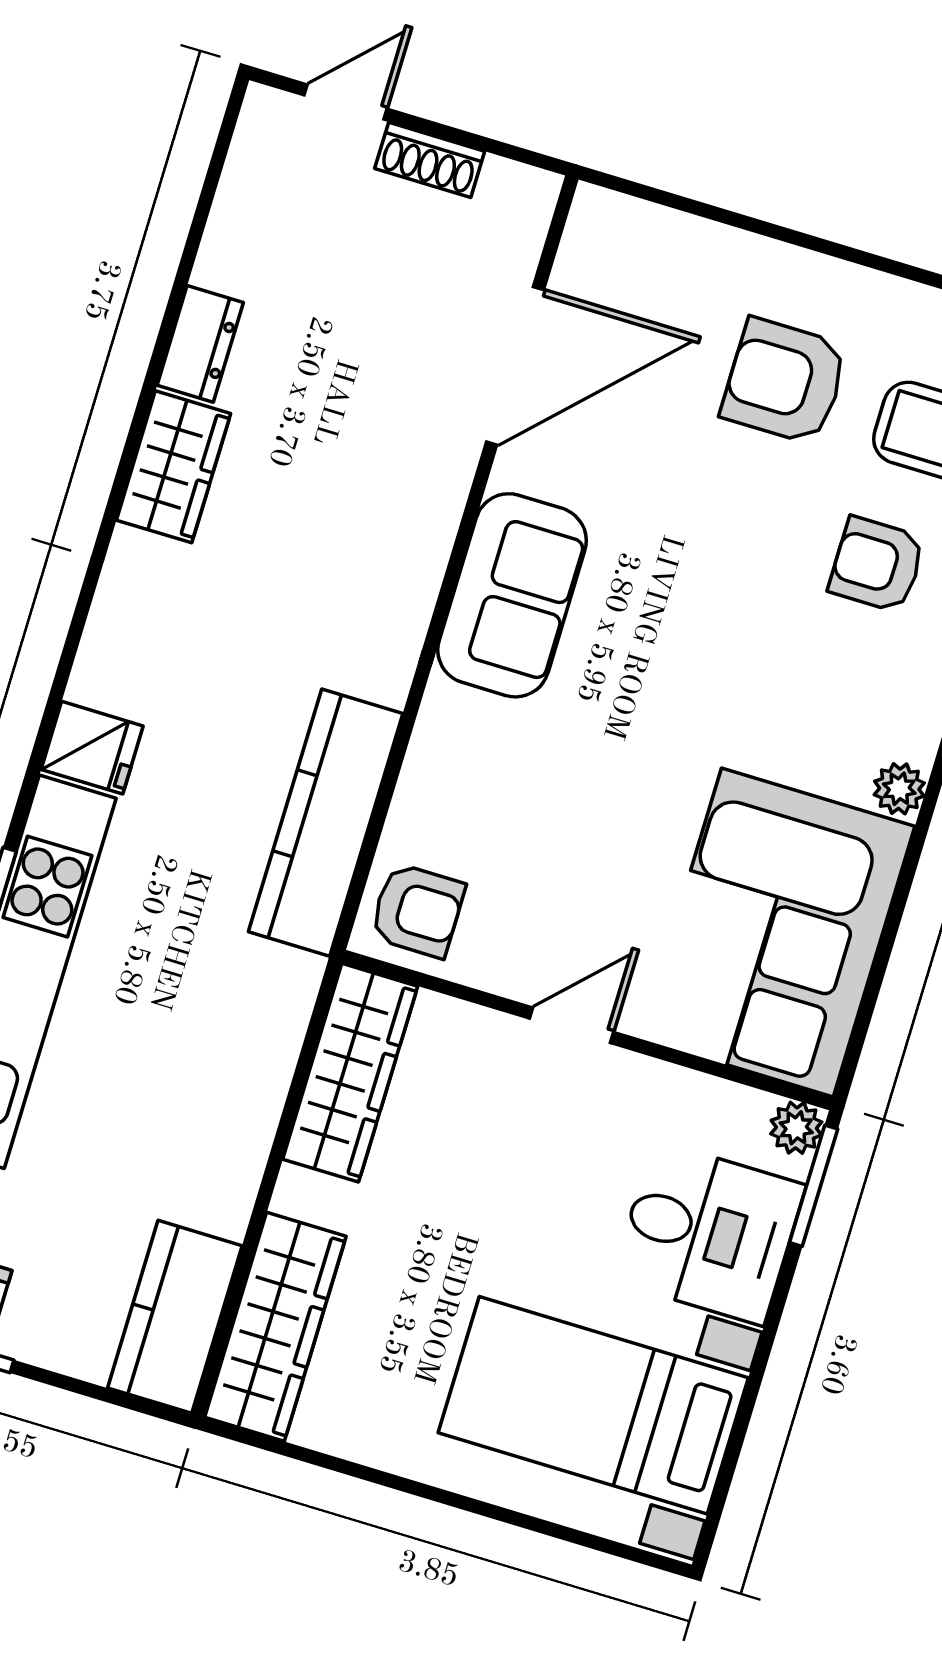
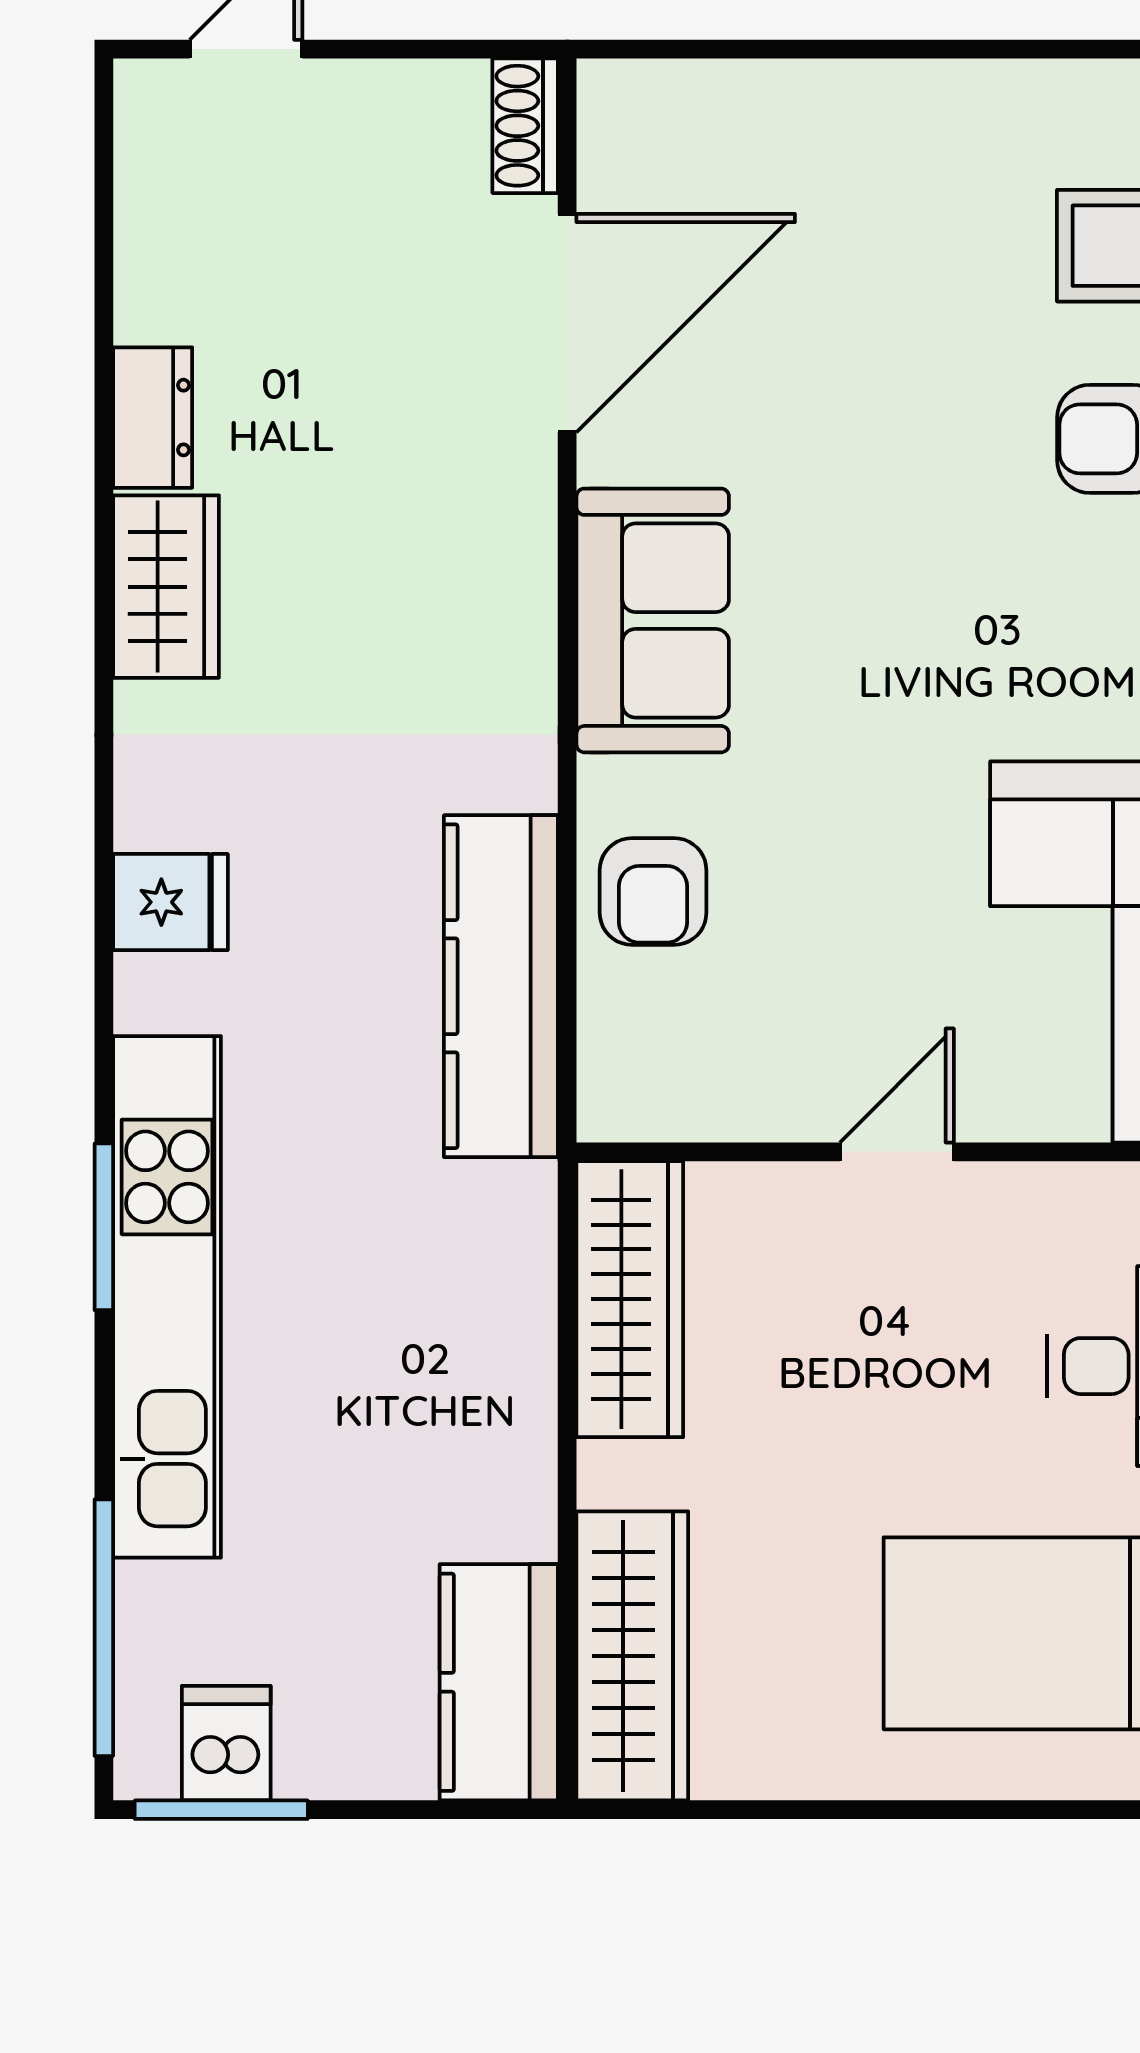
shoe rack: (430, 160) -> (525, 126), moved, turned 90
armchair: (785, 381) -> (921, 238), removed
fridge: (92, 748) -> (170, 902), moved
armchair: (417, 910) -> (653, 891), moved, turned 90

